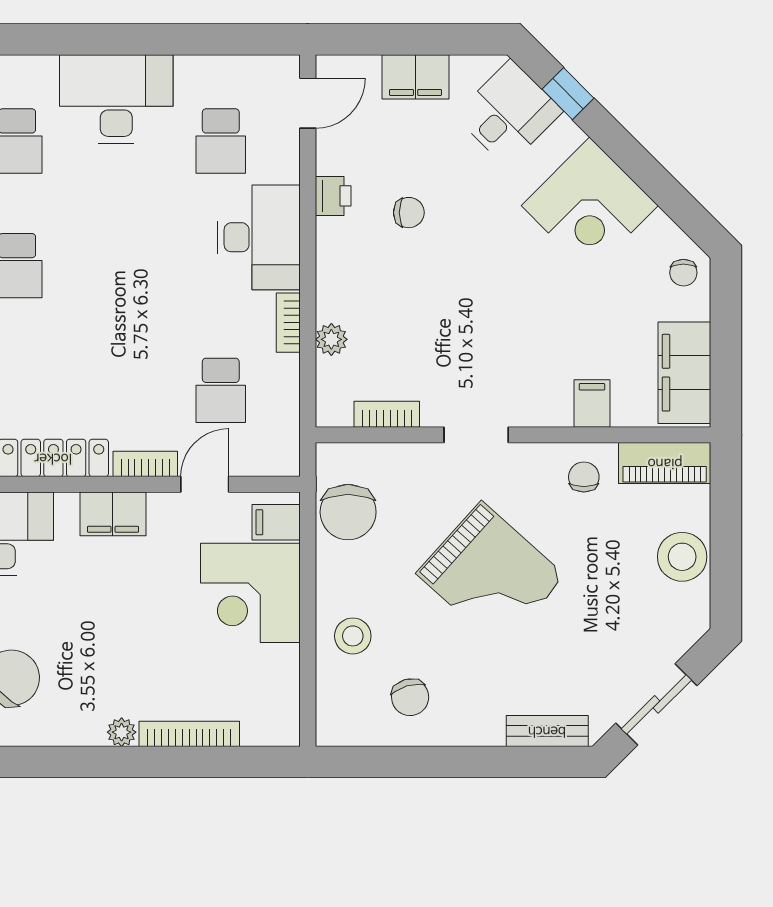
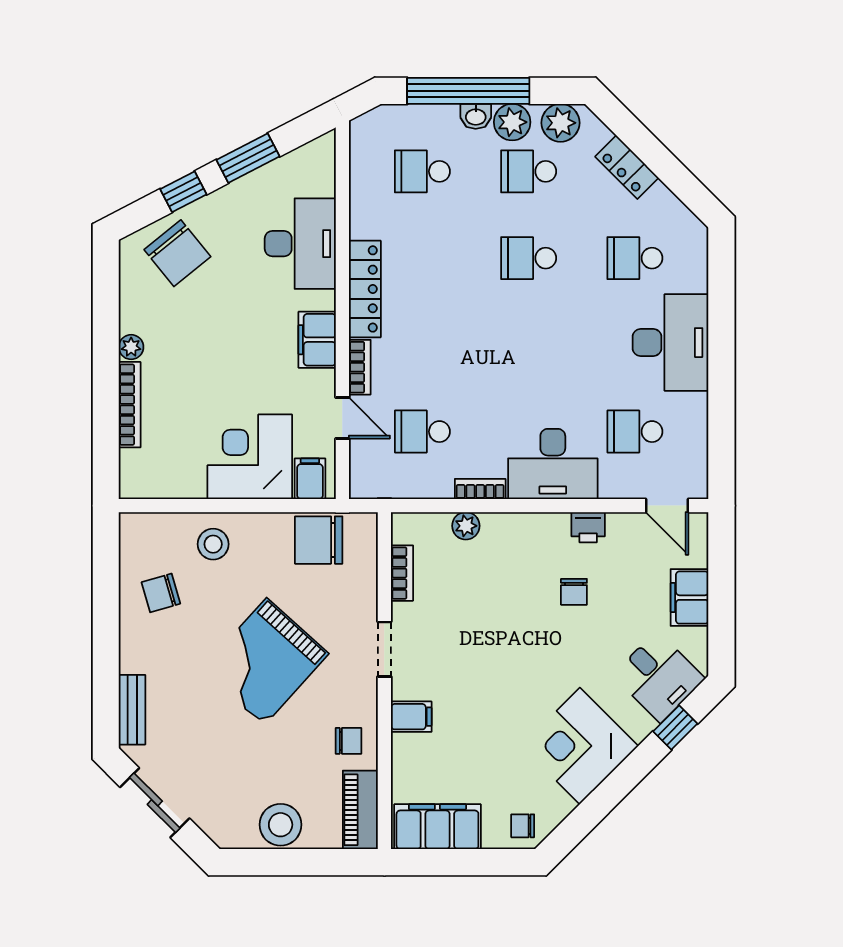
filing cabinet: (592, 403) -> (411, 717), moved

